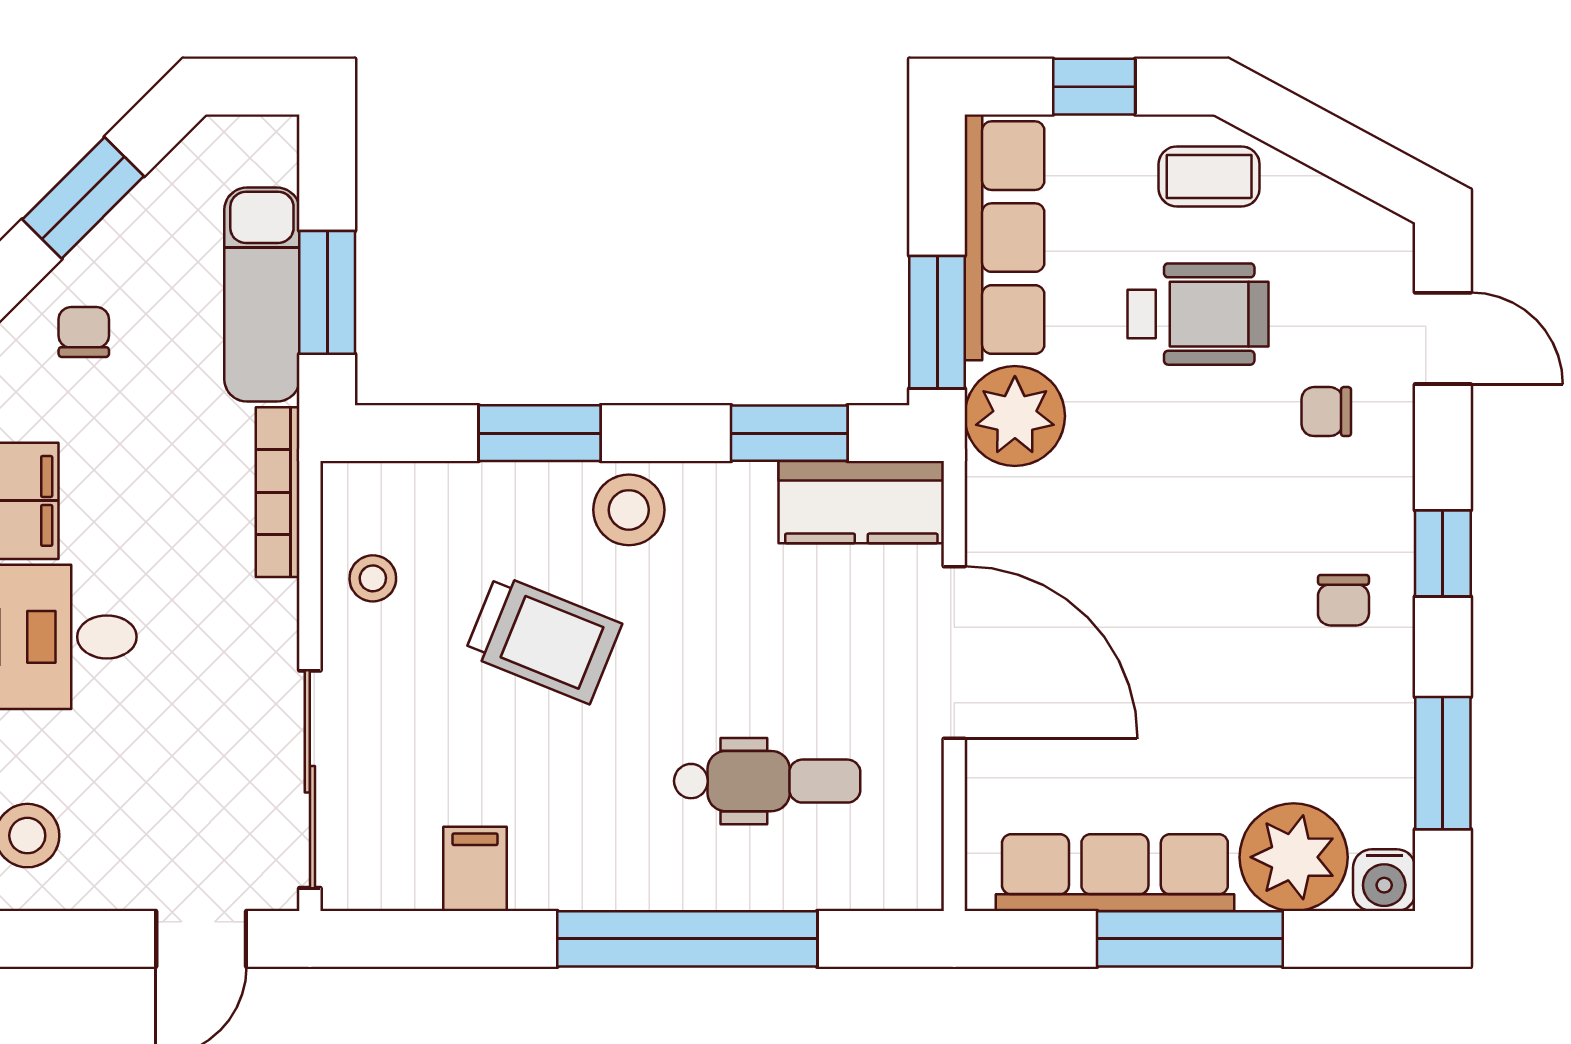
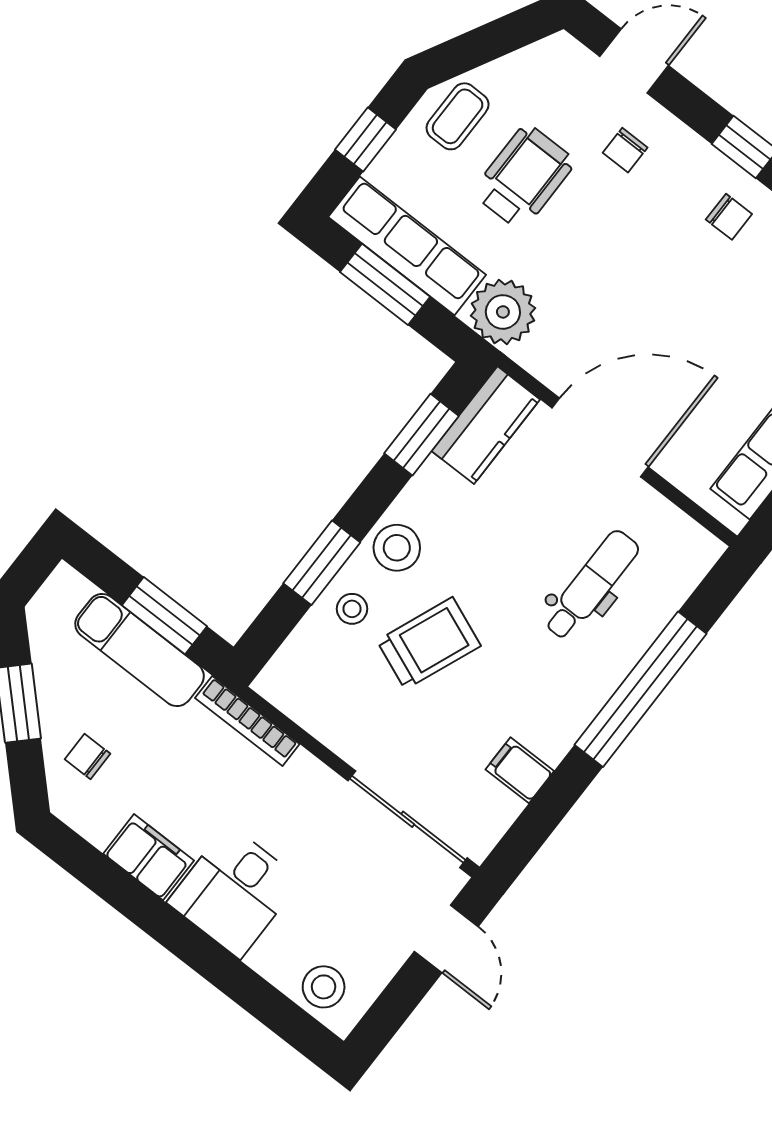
window: (937, 322) -> (385, 284), moved
stool: (373, 578) -> (352, 609), moved

